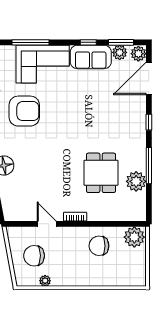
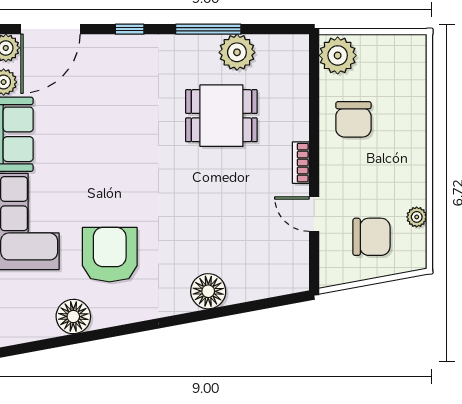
door: (149, 78) -> (50, 29), hinge flipped
door: (47, 224) -> (314, 214), hinge flipped
chair: (34, 256) -> (372, 237), turned -90

